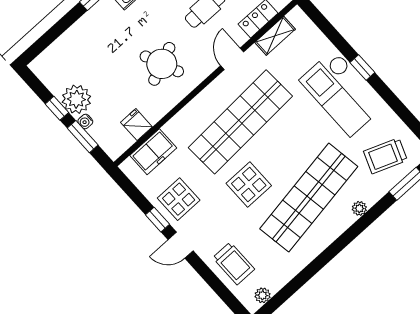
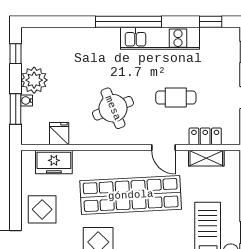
door: (232, 59) -> (163, 148), swing flipped
window: (57, 108) -> (16, 54), moved
window: (158, 220) -> (16, 210), removed

